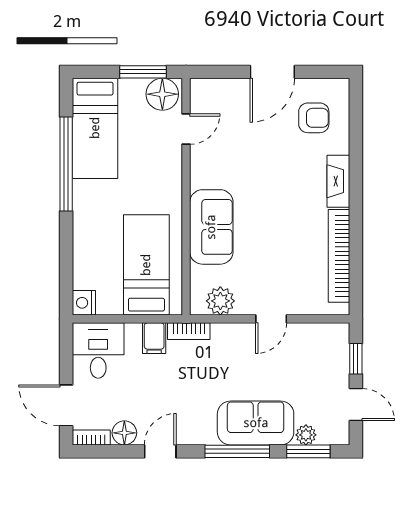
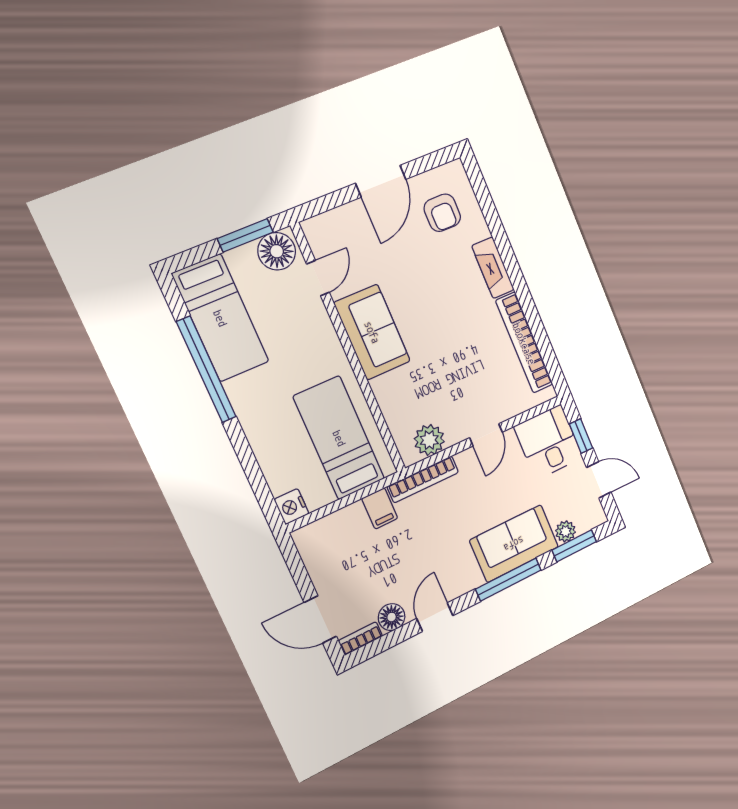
armchair: (314, 118) -> (442, 213), turned 90
sofa: (211, 227) -> (372, 332), moved
bookcase: (189, 331) -> (423, 479), width x1.56
desk: (98, 351) -> (548, 442), moved

